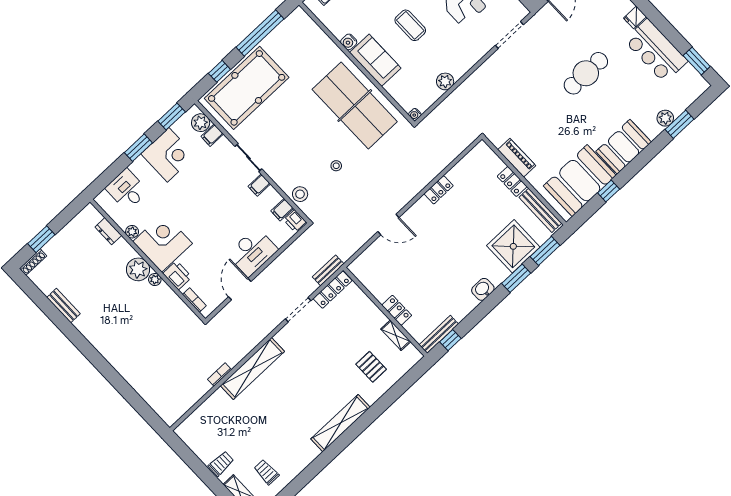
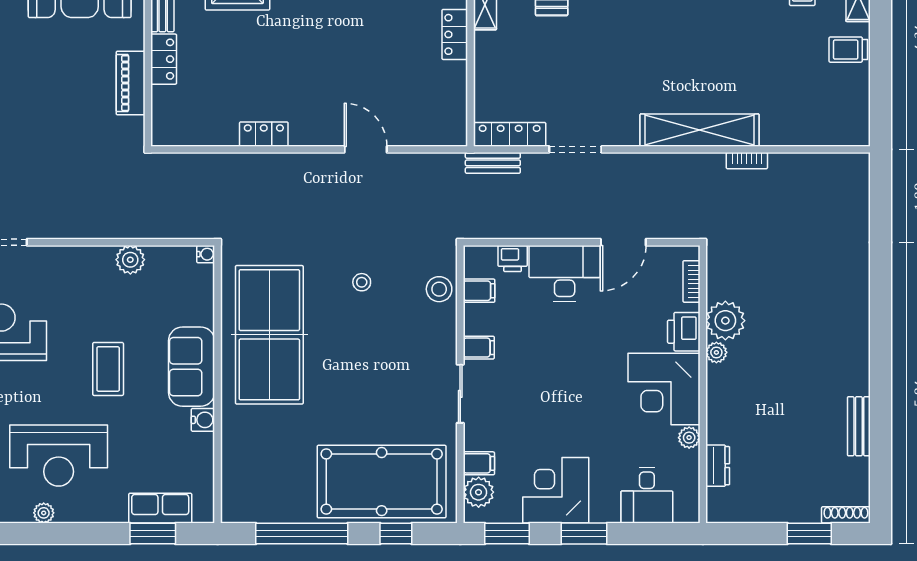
printer: (295, 221) -> (513, 259), moved, turned 90
plant: (138, 269) -> (725, 321), moved

